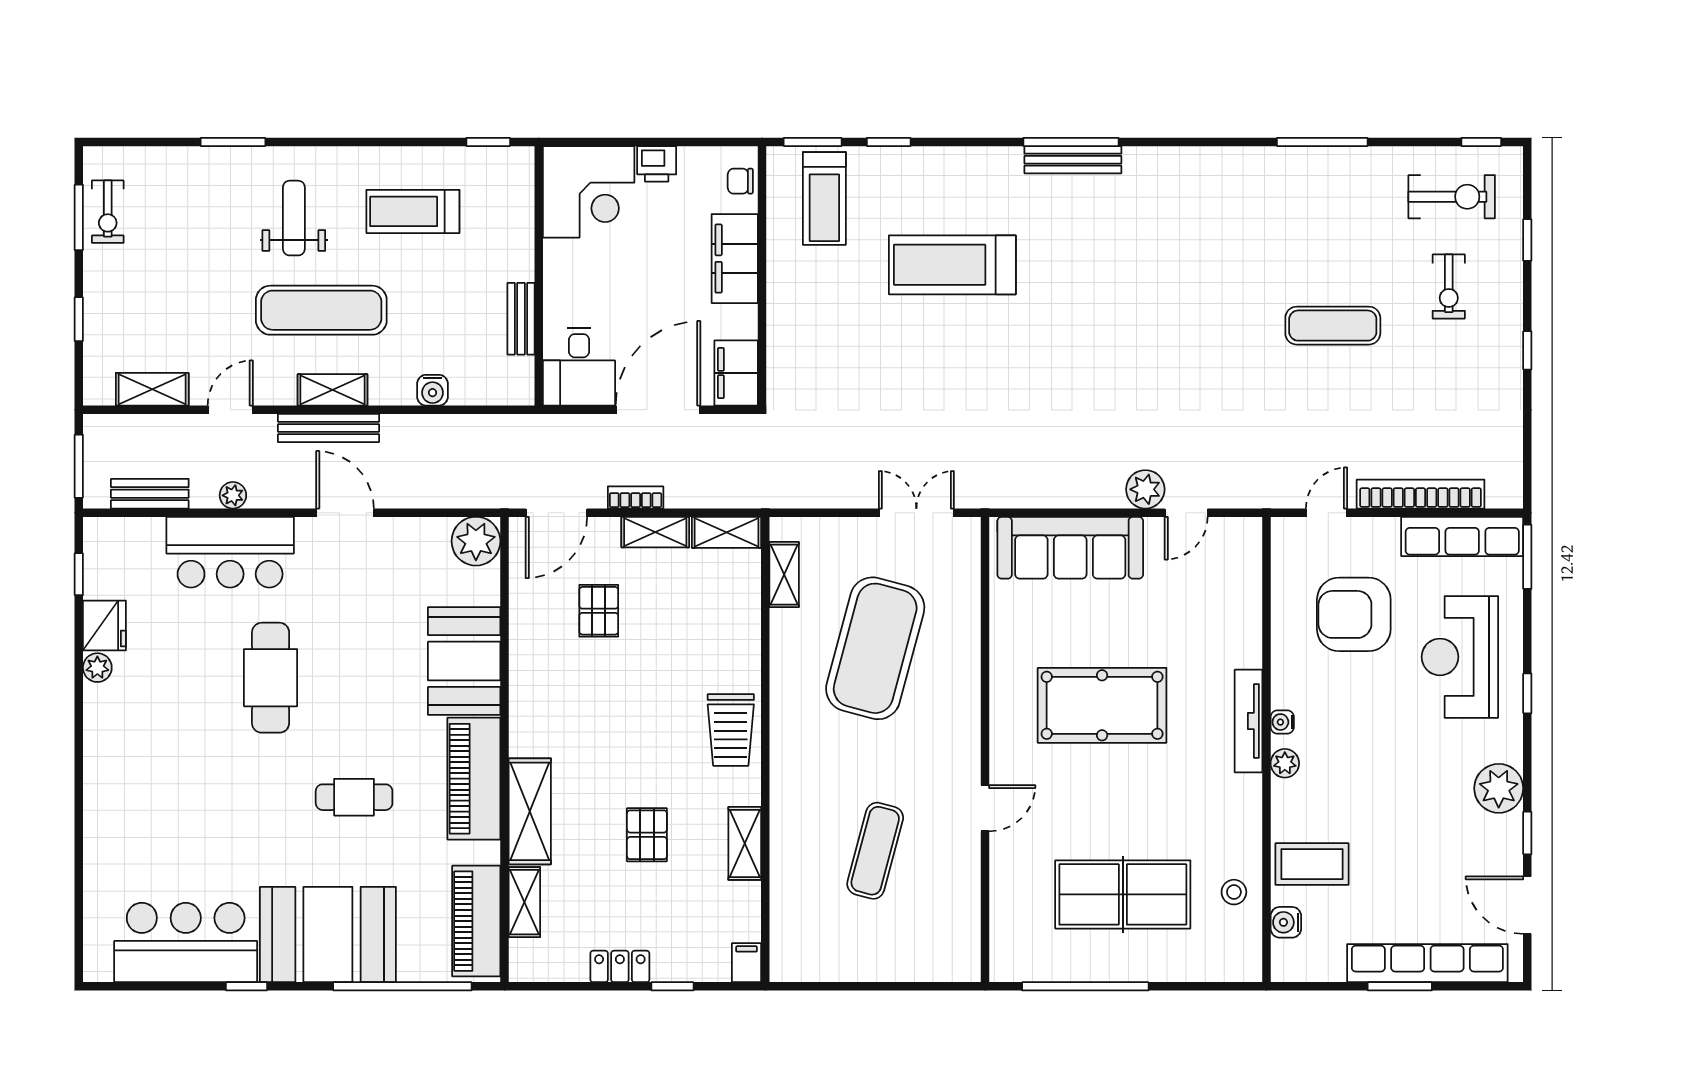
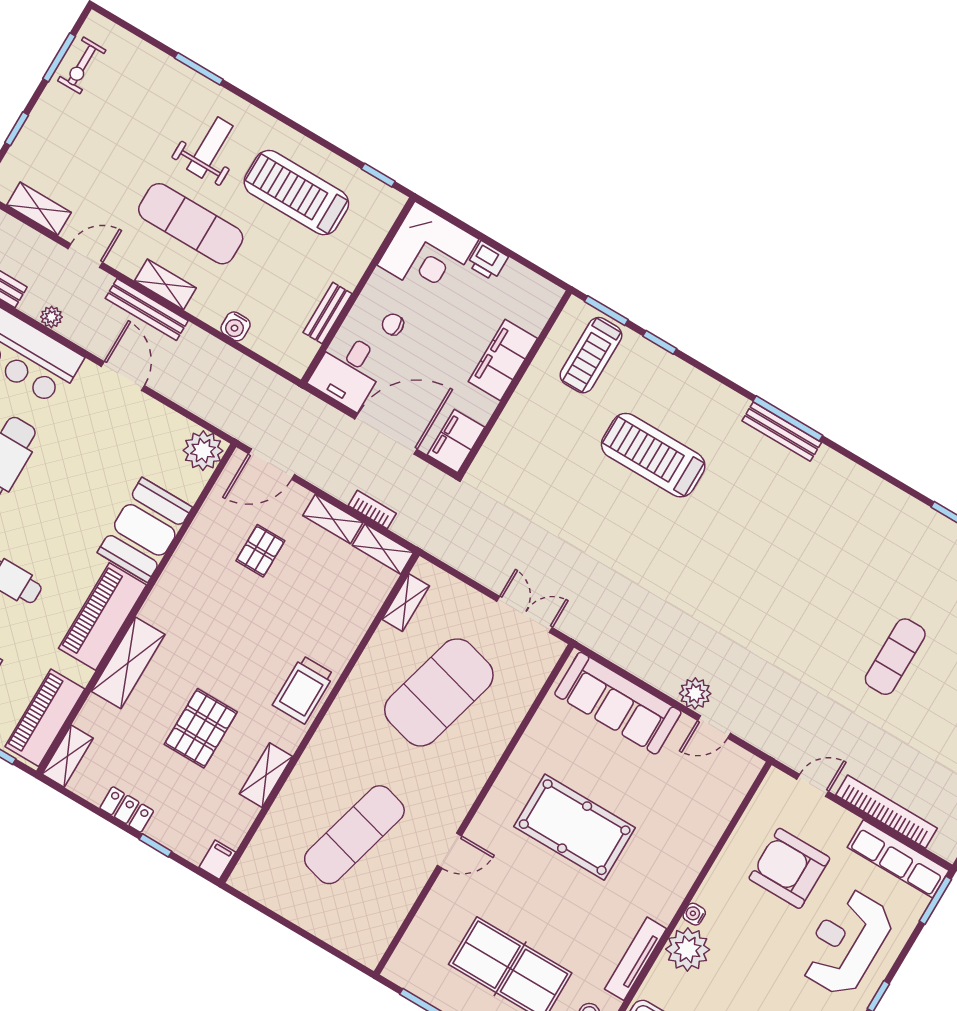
chair: (740, 181) -> (393, 324), moved
treadmill: (413, 211) -> (296, 193), width x1.37, depth x1.38
exercise mat: (1333, 326) -> (895, 657), turned 90
bookcase: (636, 497) -> (372, 509), moved
tv unit: (1248, 721) -> (636, 959), moved
plant: (1285, 763) -> (688, 949), width x1.87, depth x1.87
pallet: (647, 835) -> (201, 728), width x1.50, depth x1.42
exercise mat: (875, 851) -> (354, 835), width x1.36, depth x1.45
shelving: (524, 902) -> (68, 756), moved

